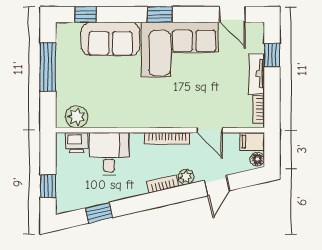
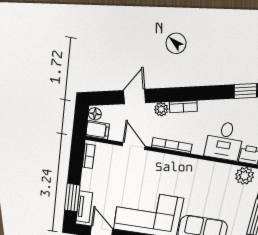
window: (272, 55) -> (72, 198), width x1.50
tv unit: (257, 74) -> (84, 207), moved

